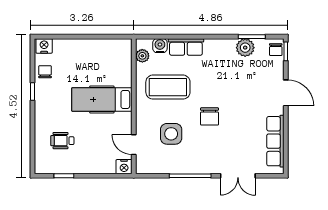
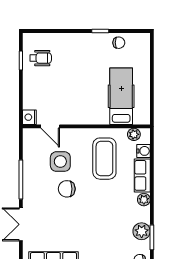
plant: (212, 45) -> (144, 200), added
nightstand: (44, 46) -> (143, 42), removed
hospital bed: (102, 99) -> (121, 96), moved
chair: (210, 116) -> (67, 189), moved
wheelchair: (62, 141) -> (41, 58), moved, turned 90
door: (134, 145) -> (50, 126), swing flipped

